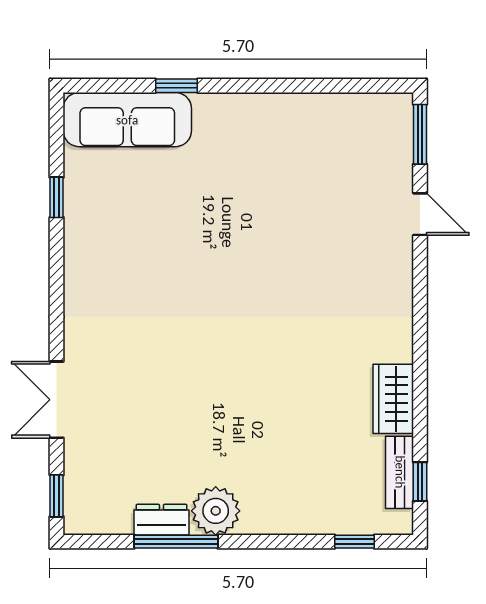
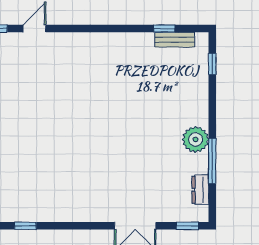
wardrobe: (393, 399) -> (135, 43), removed
window: (420, 482) -> (164, 28), moved
dresser: (161, 520) -> (200, 190), moved

